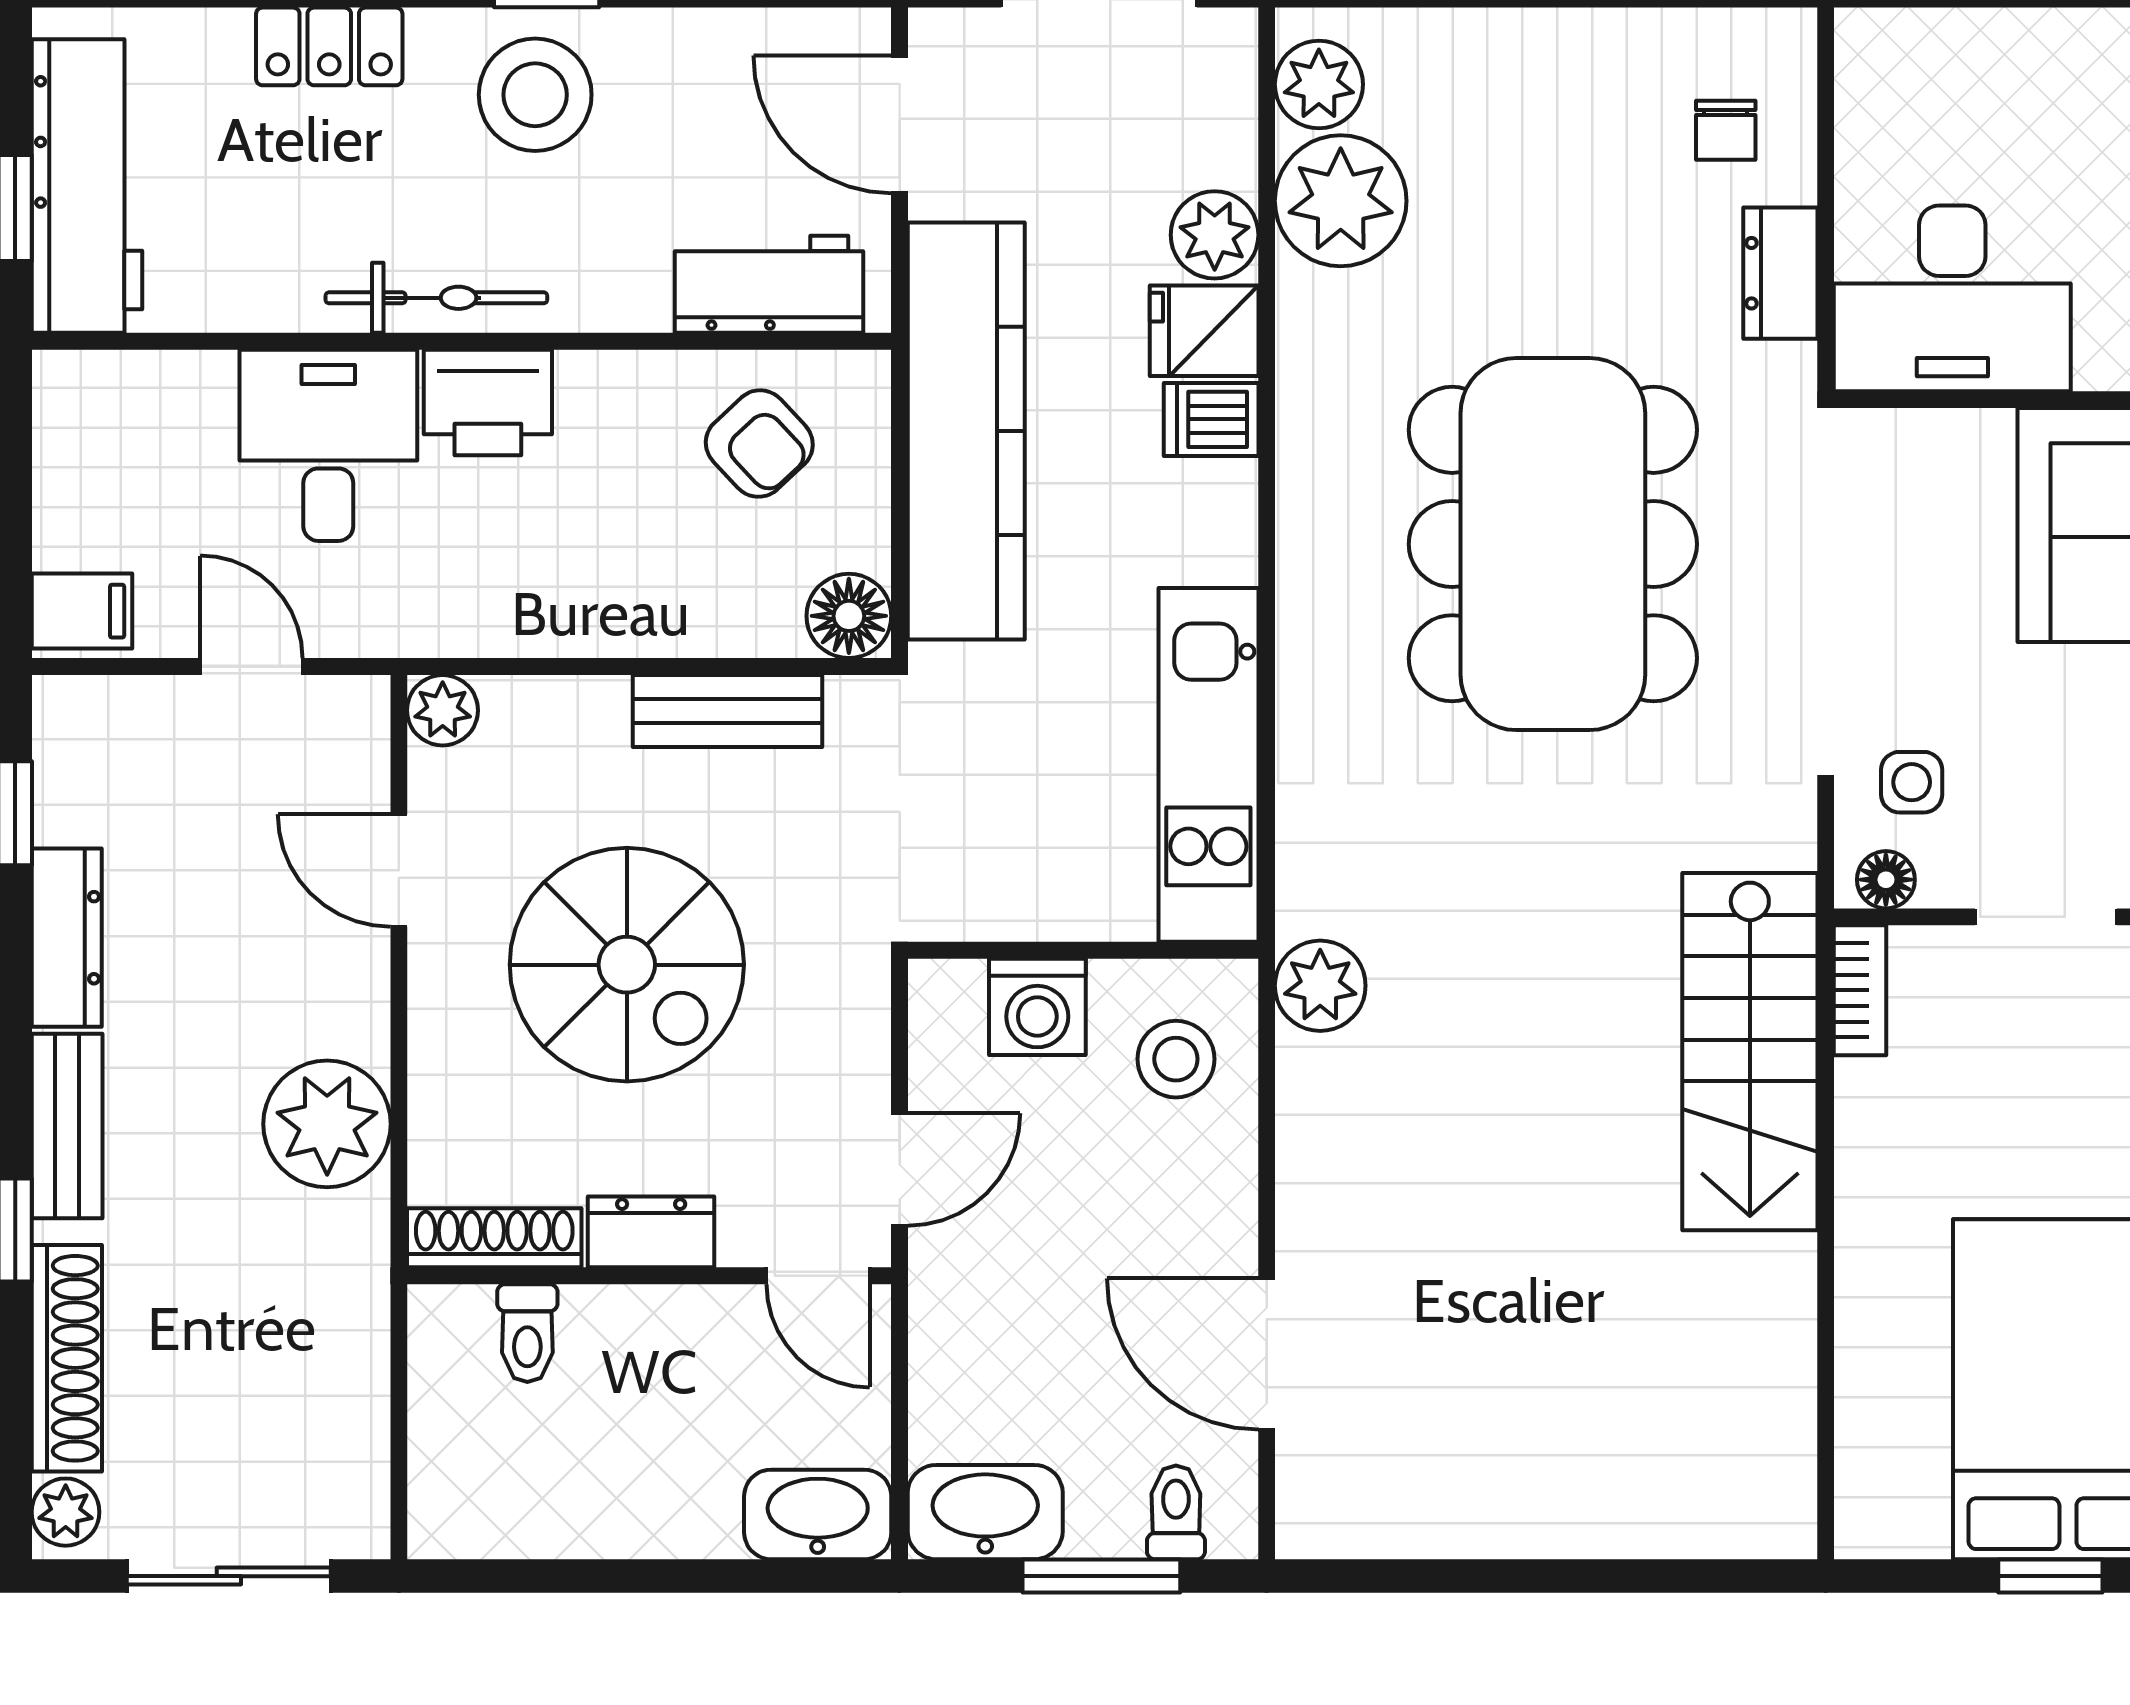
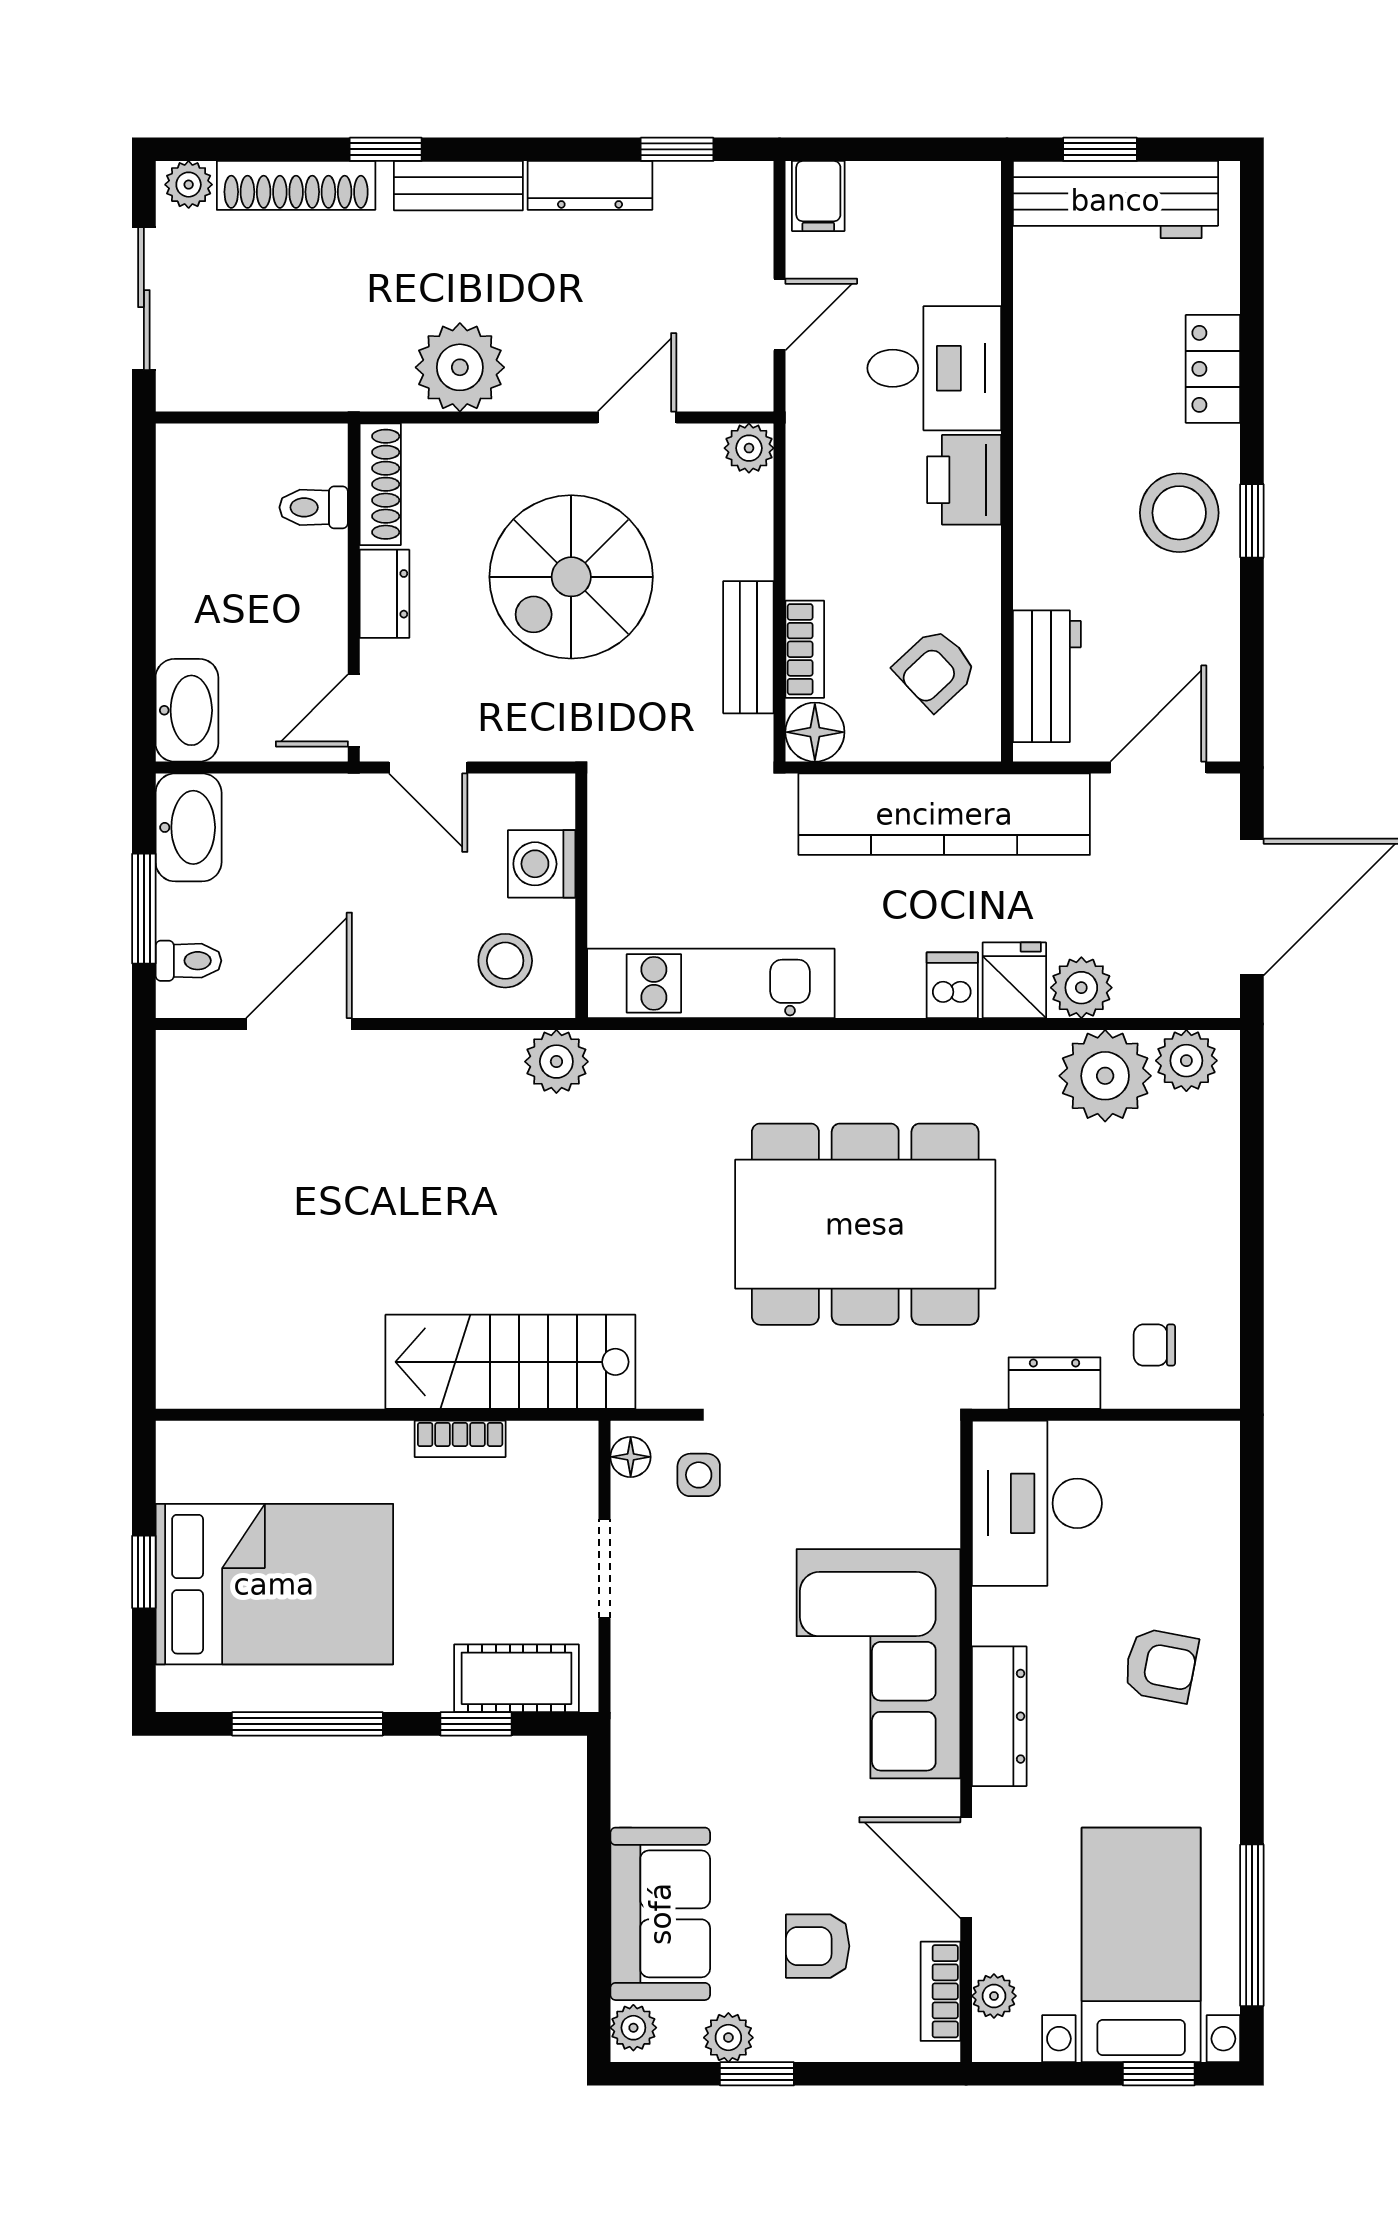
bicycle: (436, 298) -> (1037, 444), removed
bookcase: (730, 630) -> (805, 649), added
bookcase: (1860, 990) -> (460, 1439), moved

